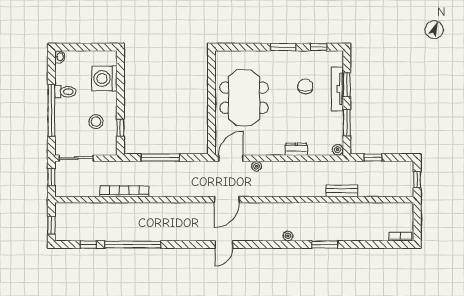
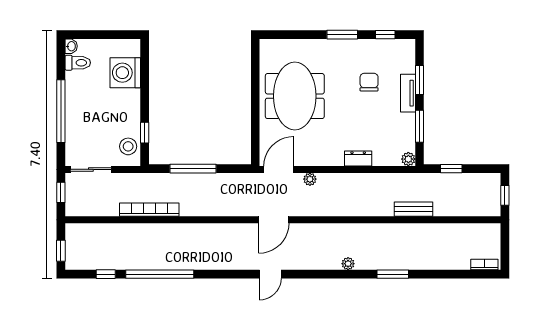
tv unit: (337, 89) -> (408, 93), width x0.71
toilet: (65, 92) -> (78, 63), moved
stool: (96, 122) -> (128, 146), moved

